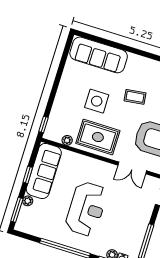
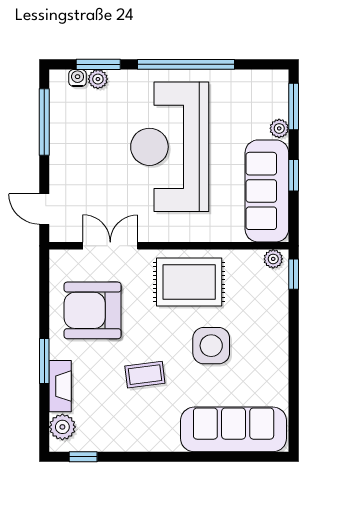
plant: (67, 140) -> (273, 259), moved
reception desk: (86, 209) -> (170, 147), width x1.36, depth x1.30

